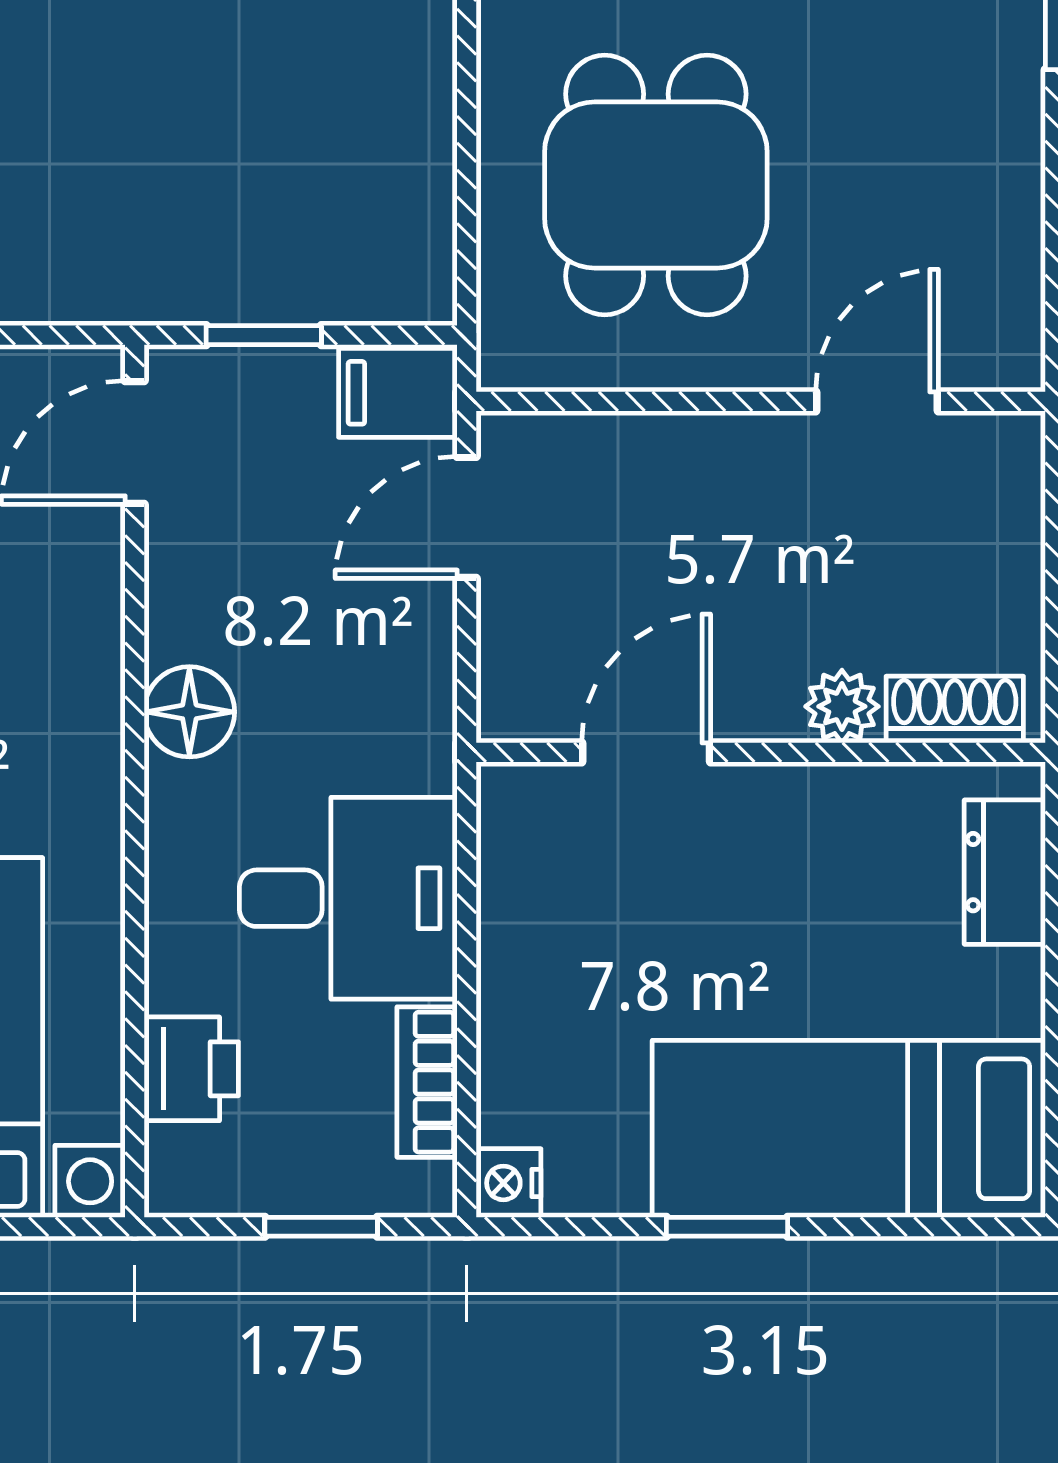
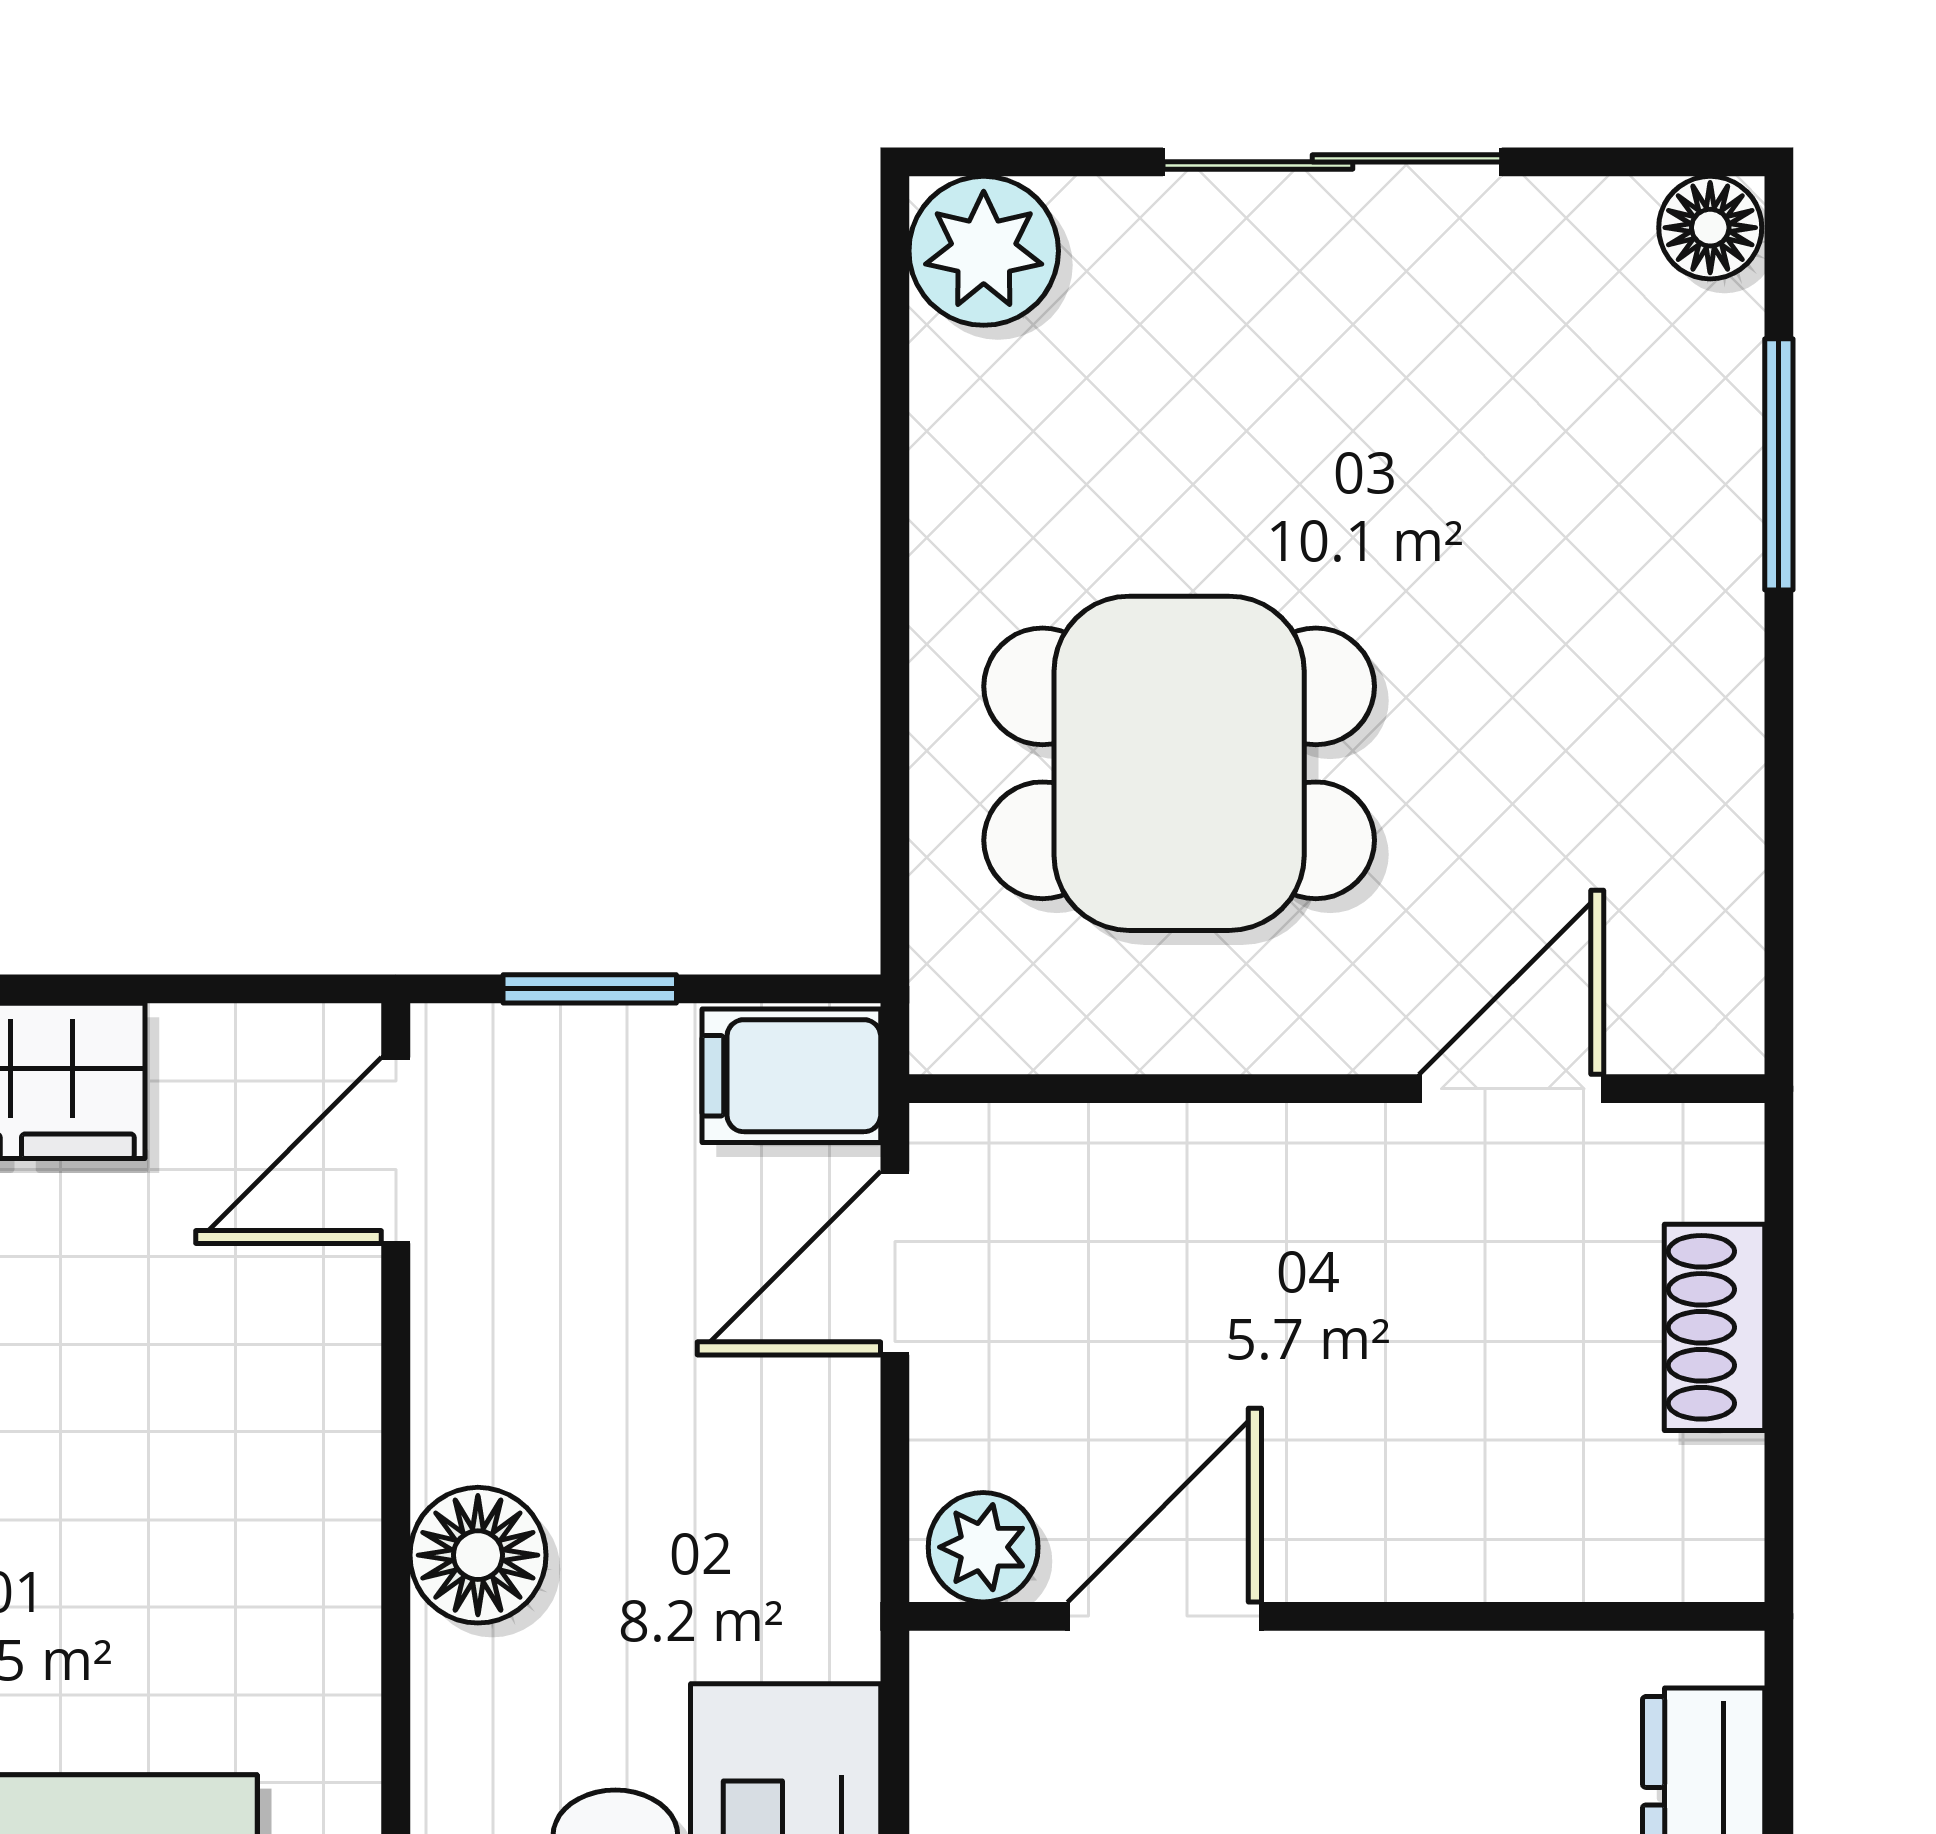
dining table: (656, 185) -> (1179, 763), turned 90
plant: (842, 706) -> (983, 1547), moved
shoe rack: (955, 710) -> (1714, 1327), moved, turned -90

